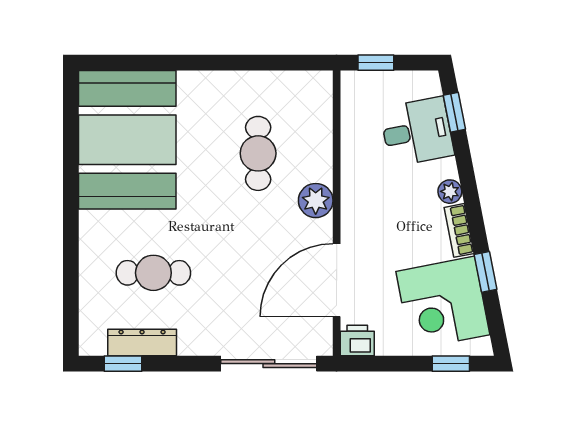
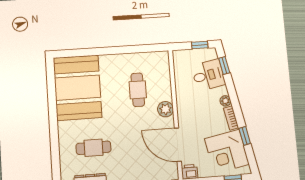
window: (376, 63) -> (200, 45), moved
door: (337, 280) -> (178, 145), hinge flipped

